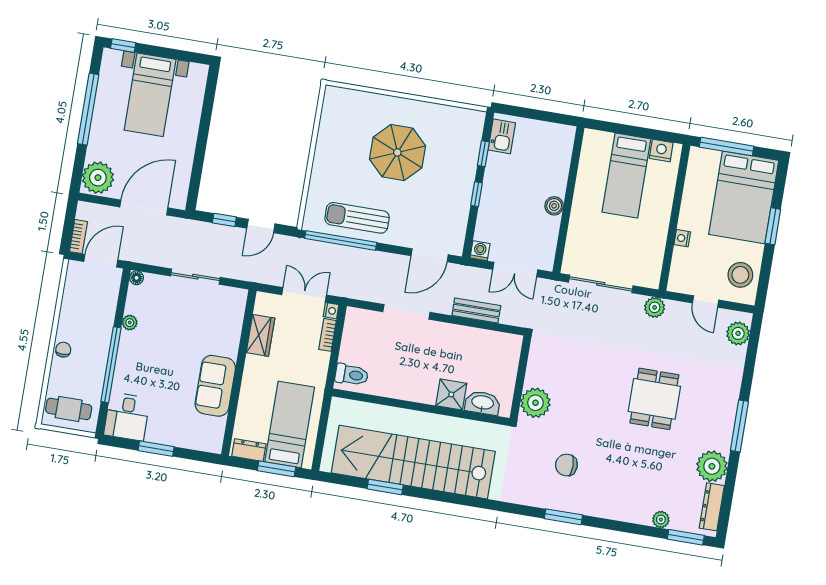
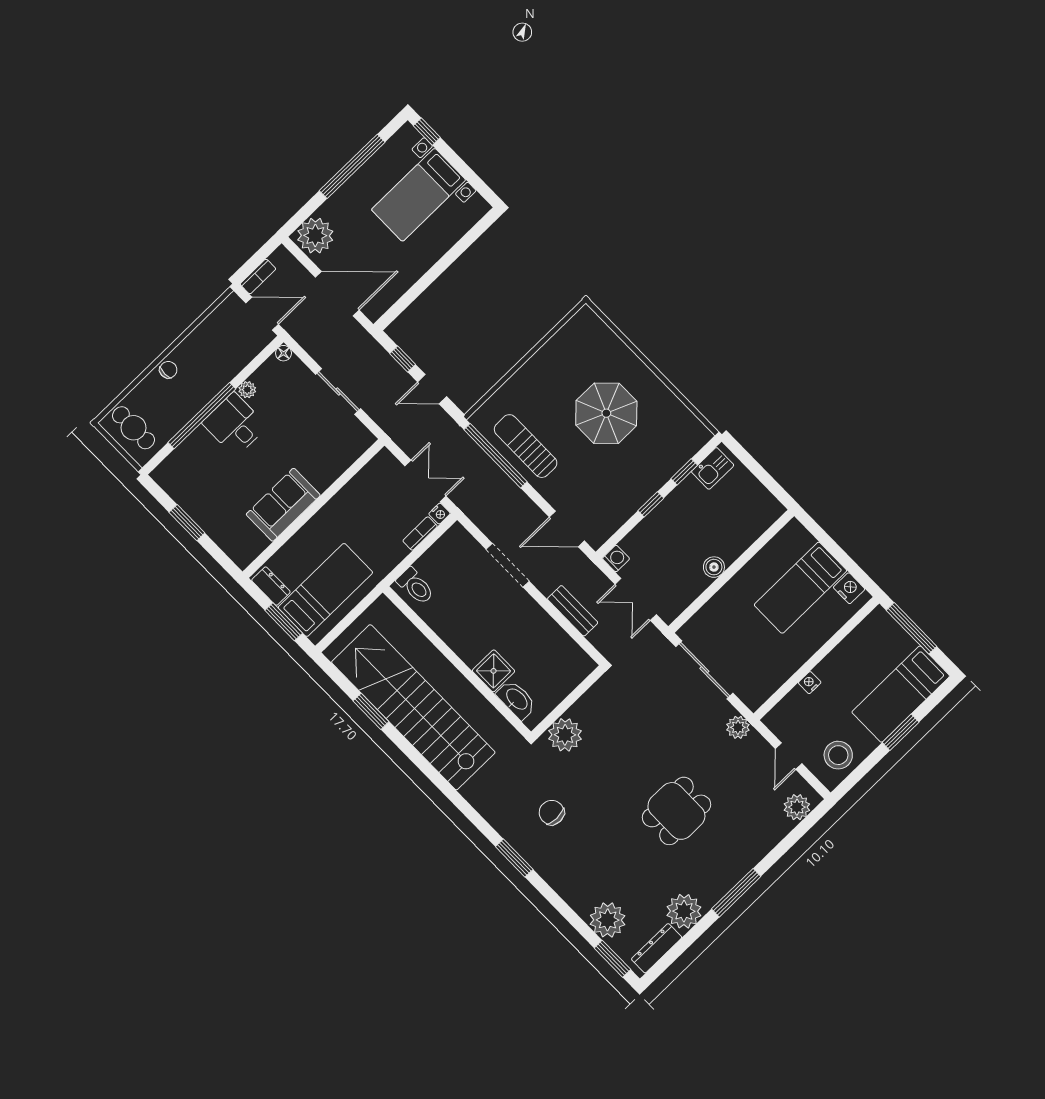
bed: (744, 197) -> (901, 694), width x0.67
wardrobe: (260, 335) -> (358, 489), removed
desk: (127, 417) -> (235, 425), moved, turned 90
plant: (661, 520) -> (608, 920), width x1.88, depth x1.88

